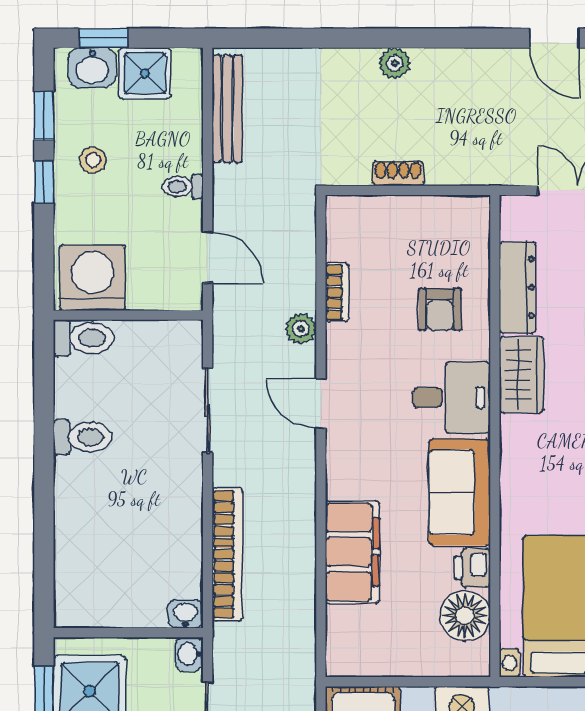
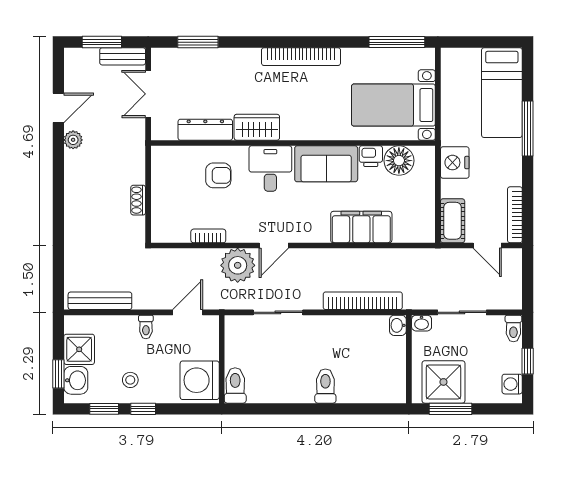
plant: (395, 63) -> (73, 140), moved
plant: (301, 329) -> (238, 265), width x1.87, depth x1.87
toilet: (83, 437) -> (325, 386), moved

